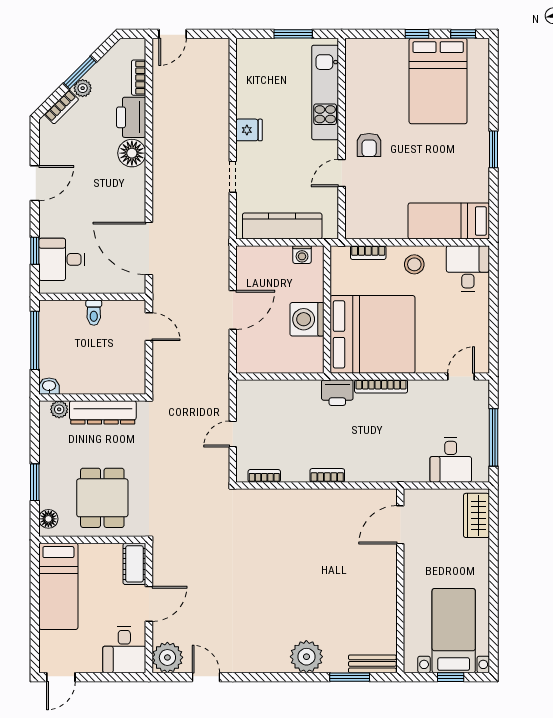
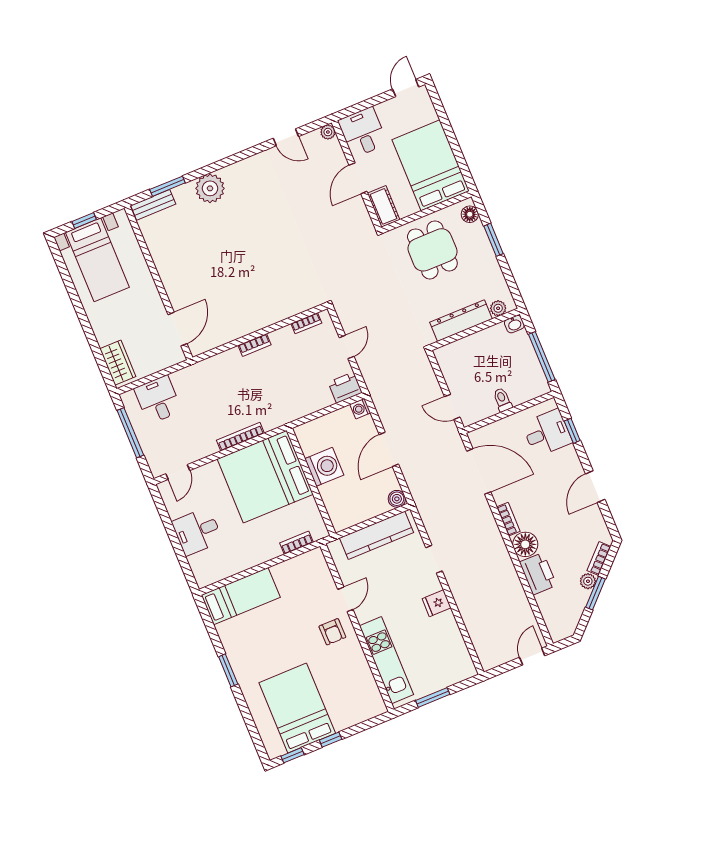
bookcase: (139, 78) -> (508, 519), moved
armchair: (369, 145) -> (332, 632), turned 180
boiler: (245, 255) -> (397, 499), added
washing machine: (302, 255) -> (360, 409), moved, turned -90
stool: (414, 264) -> (254, 549), removed
desk: (468, 269) -> (197, 531), moved, turned 90
printer: (337, 393) -> (345, 388), moved
bed: (58, 586) -> (431, 165), width x1.50
plant: (167, 657) -> (328, 132), width x0.53, depth x0.53

